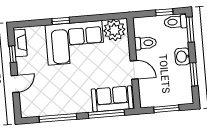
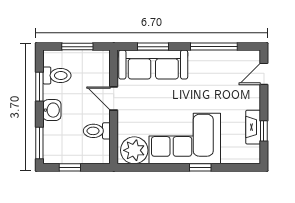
toilet: (176, 22) -> (57, 75), moved
fireplace: (20, 43) -> (253, 127), moved
door: (15, 84) -> (264, 74), moved
sofa: (112, 99) -> (153, 65), width x1.36
window: (106, 114) -> (153, 47), width x0.69

